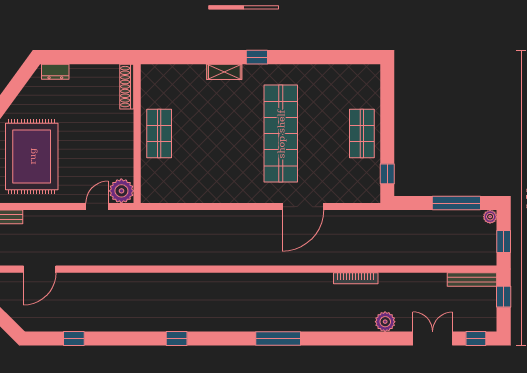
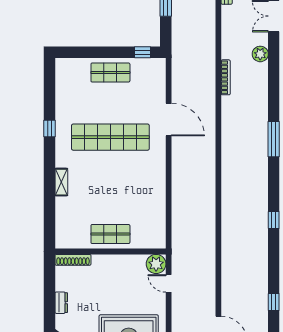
window: (257, 57) -> (50, 128), moved
dresser: (55, 72) -> (61, 303), moved

